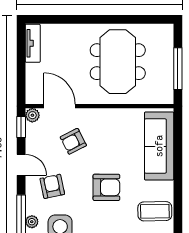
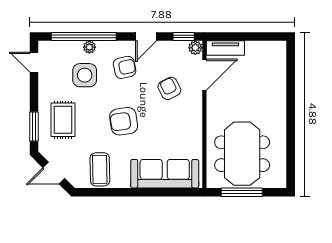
tv unit: (33, 43) -> (225, 48), moved
meeting table: (118, 62) -> (242, 154), moved, turned 90
armchair: (106, 187) -> (124, 121), turned 82

